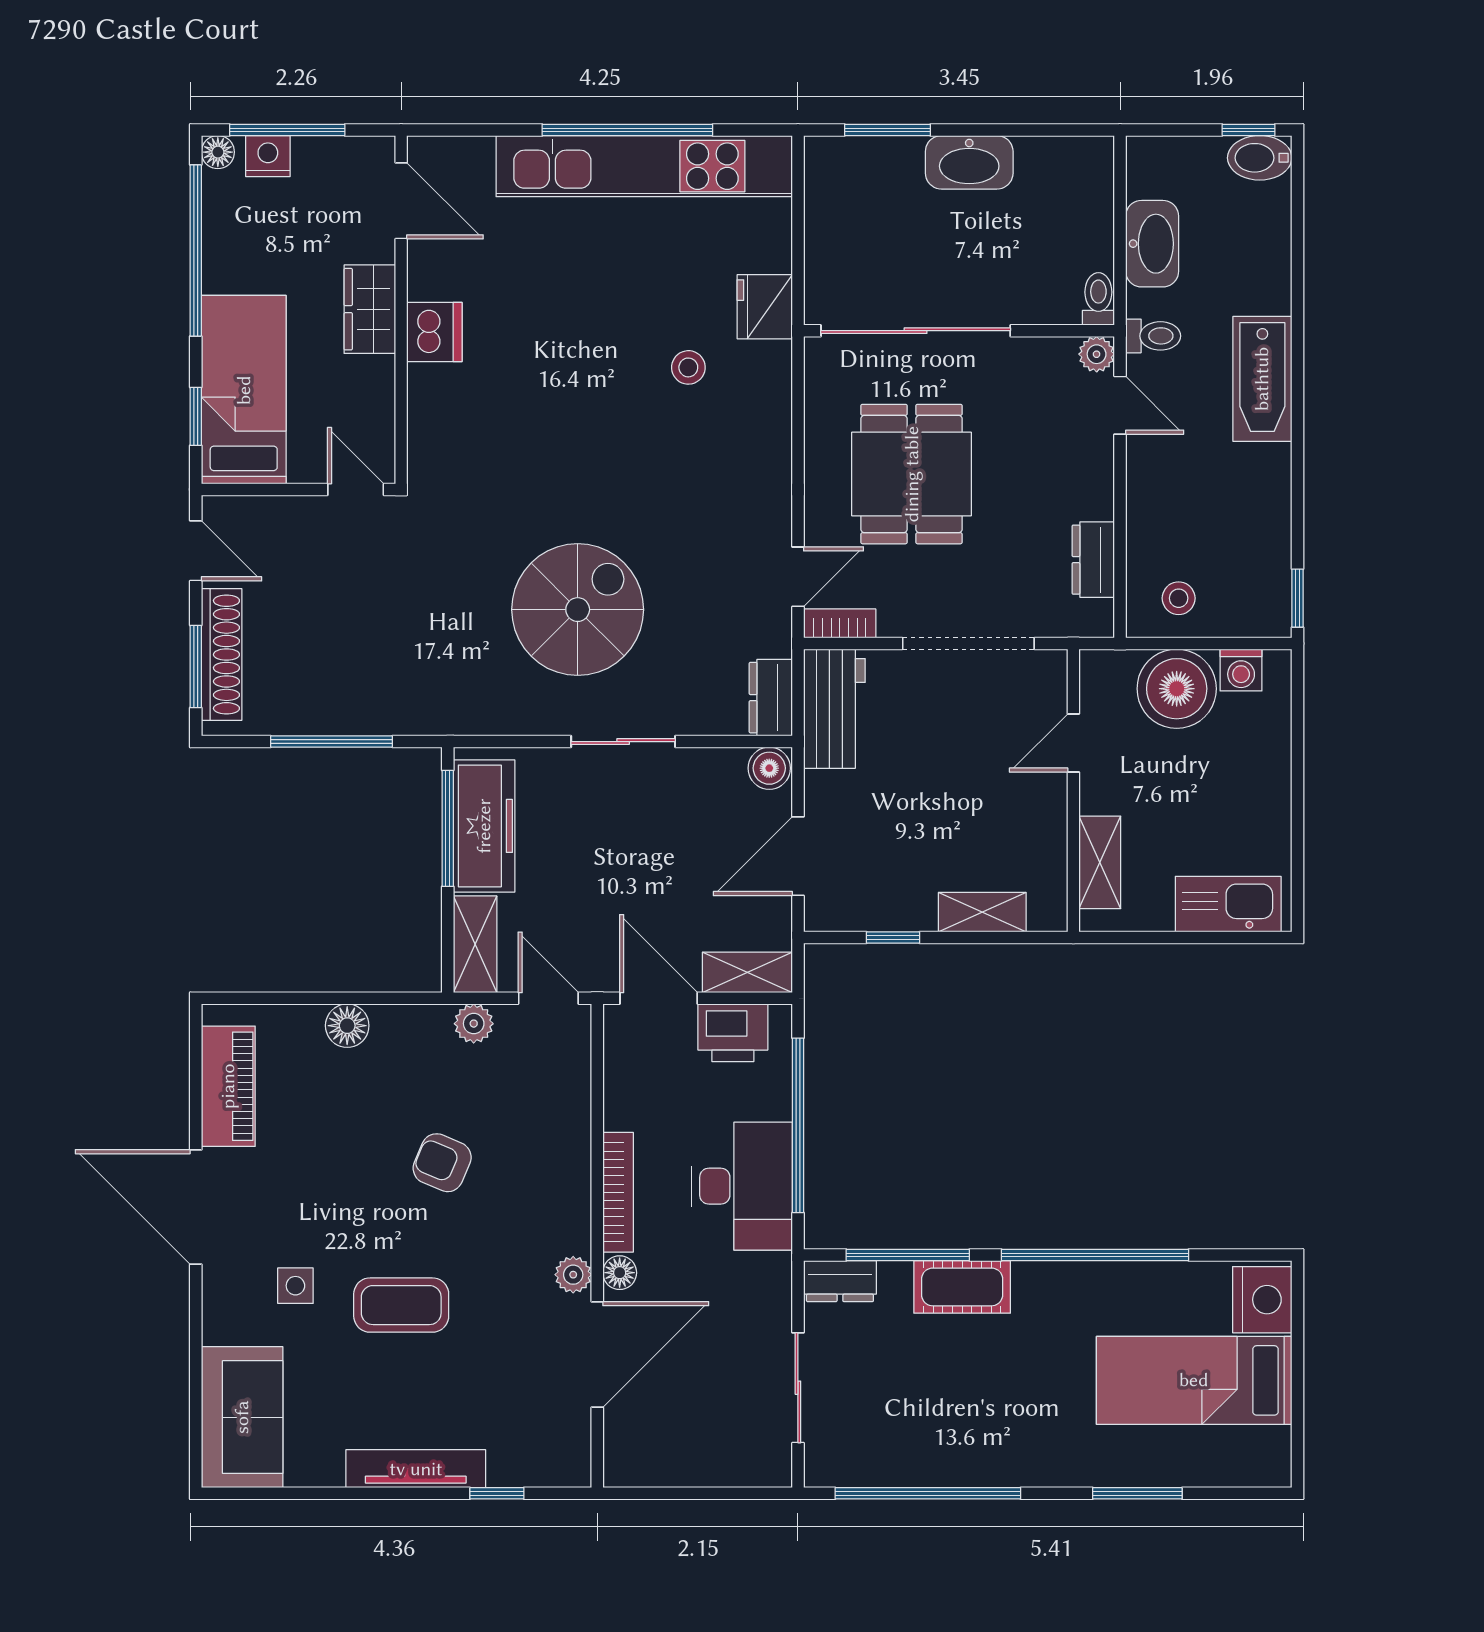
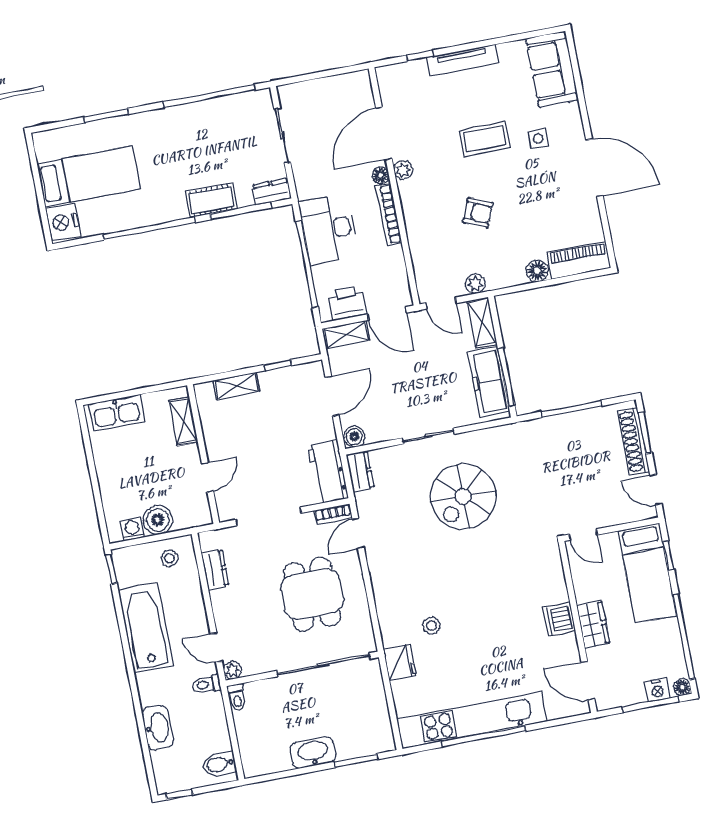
bidet: (1260, 158) -> (219, 764), moved, turned 180
washbasin: (1152, 244) -> (158, 728), moved, turned 180
bathtub: (1262, 379) -> (146, 628), moved, width x1.36, depth x1.36
boiler: (1177, 689) -> (158, 520), width x0.73, depth x0.73
piano: (228, 1086) -> (579, 260), moved, turned 90

